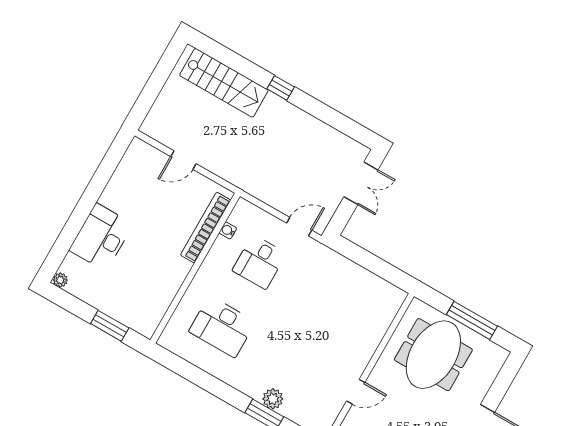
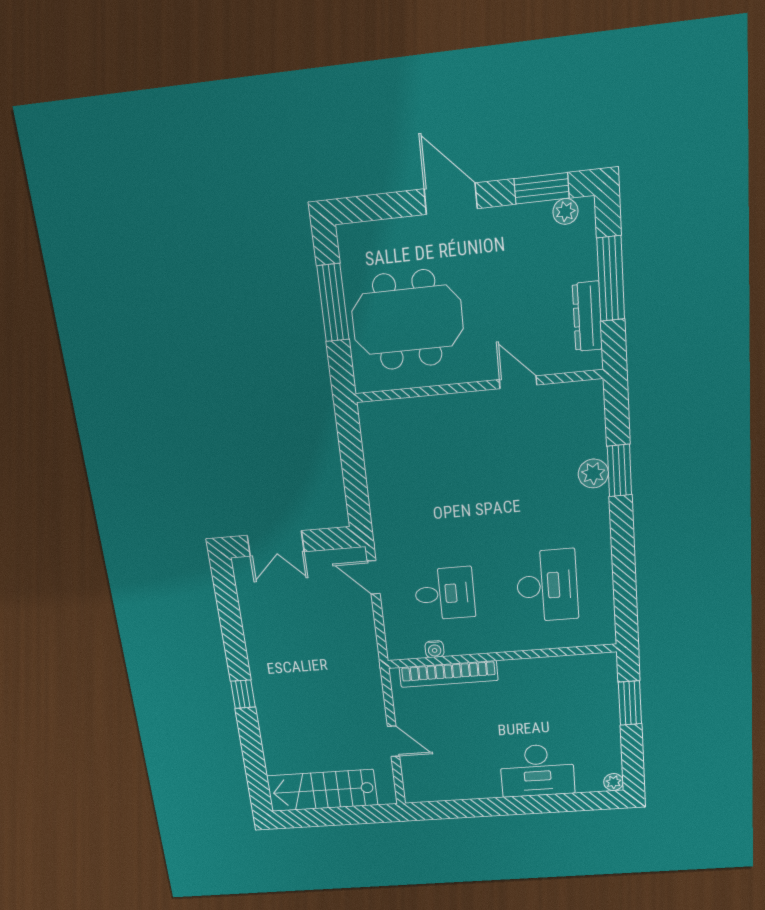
stairs: (224, 83) -> (322, 790), moved, turned -90
double door: (361, 183) -> (276, 543), swing flipped

